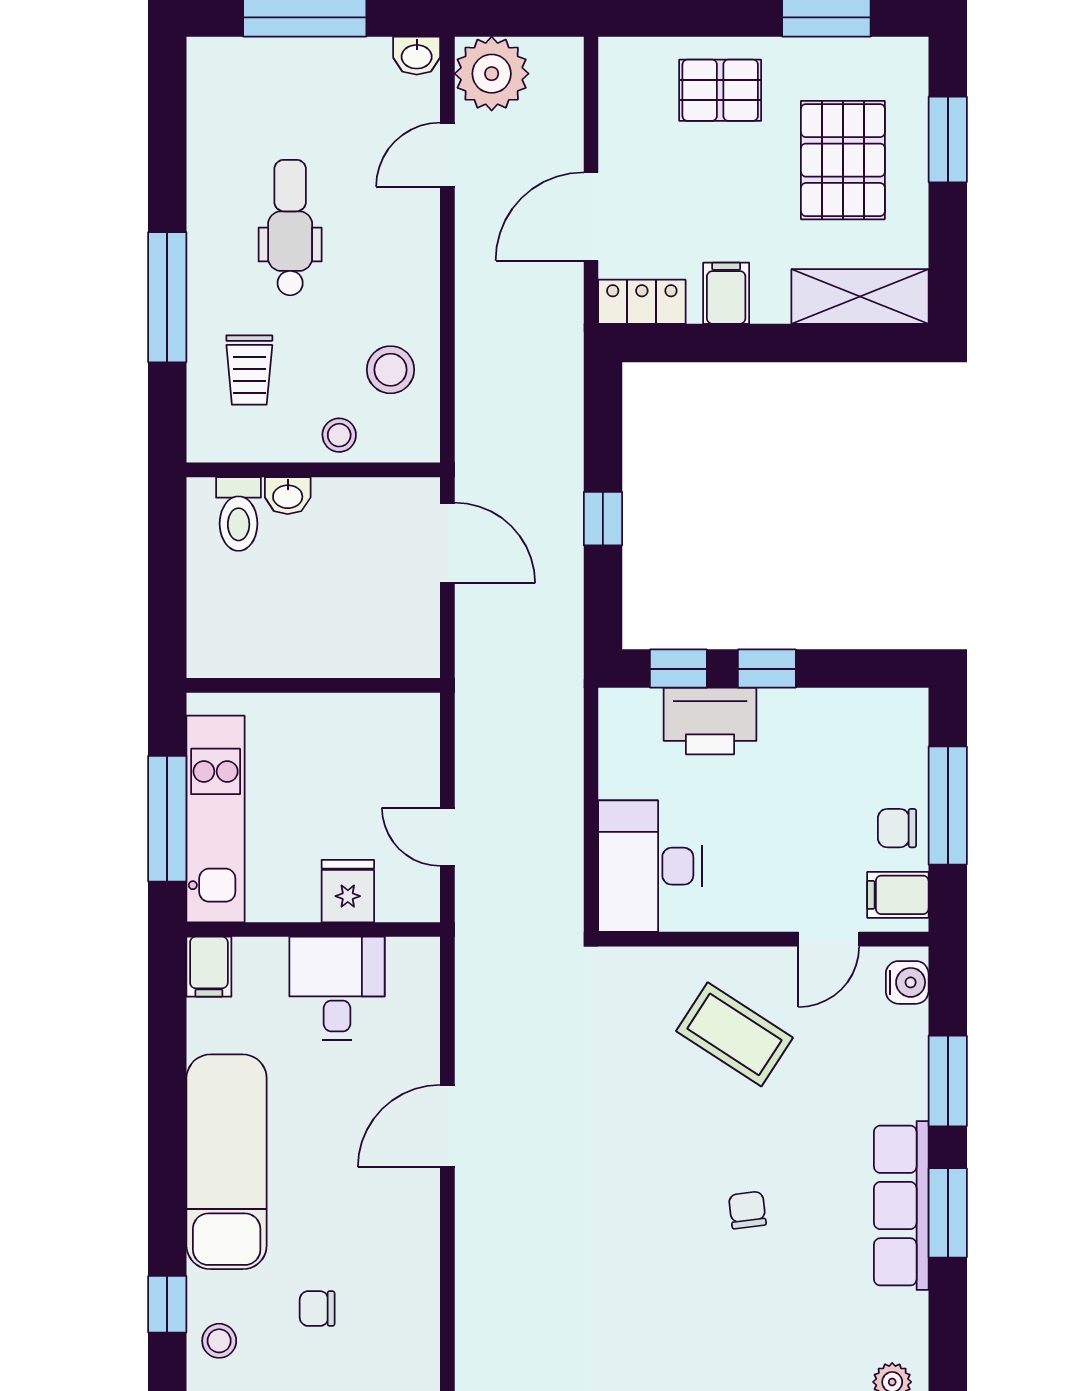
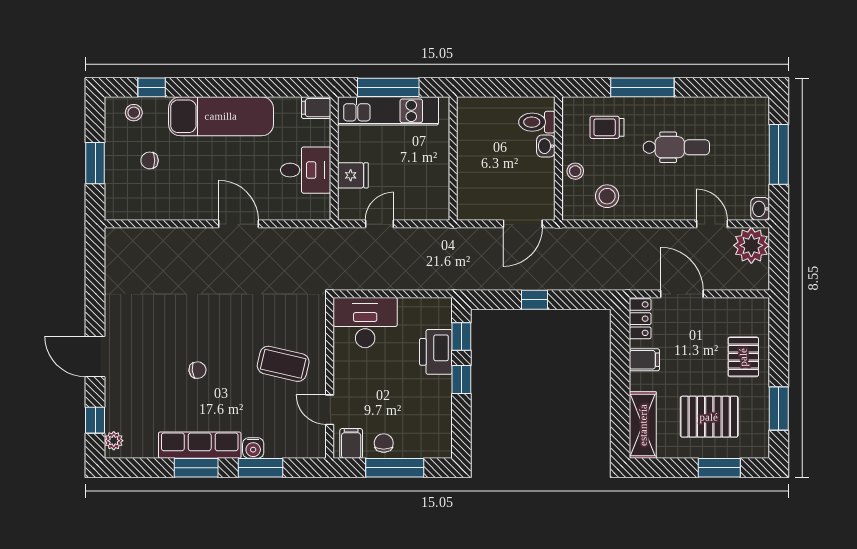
water cooler: (907, 982) -> (253, 448), moved
coffee table: (734, 1034) -> (283, 364), turned 70
chair: (317, 1309) -> (150, 160), turned -90

